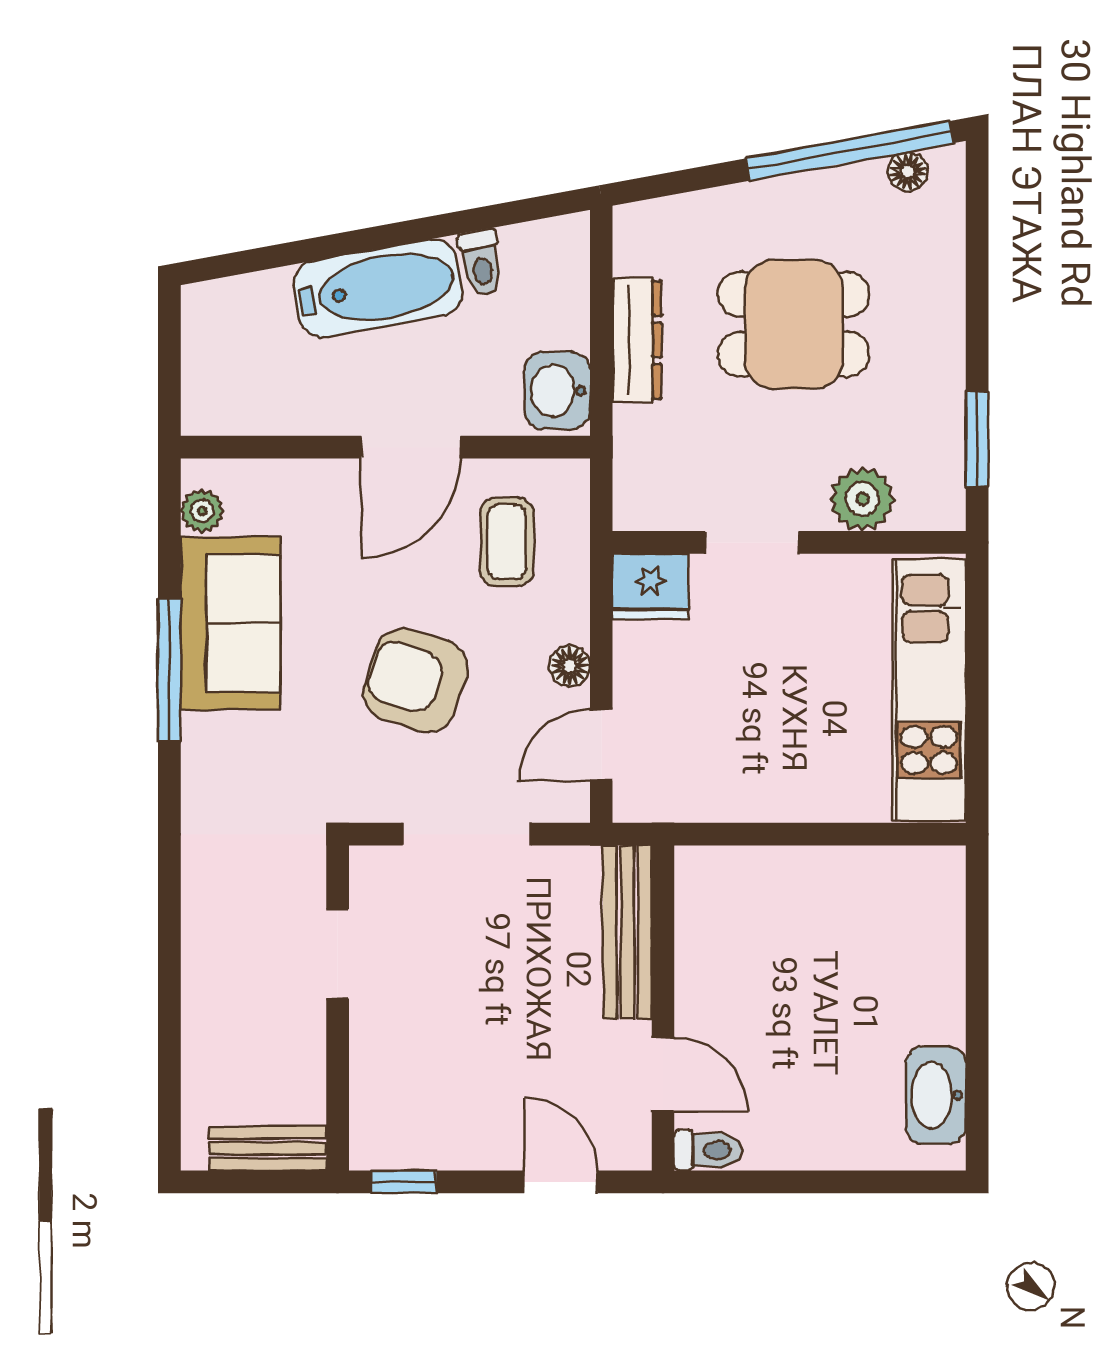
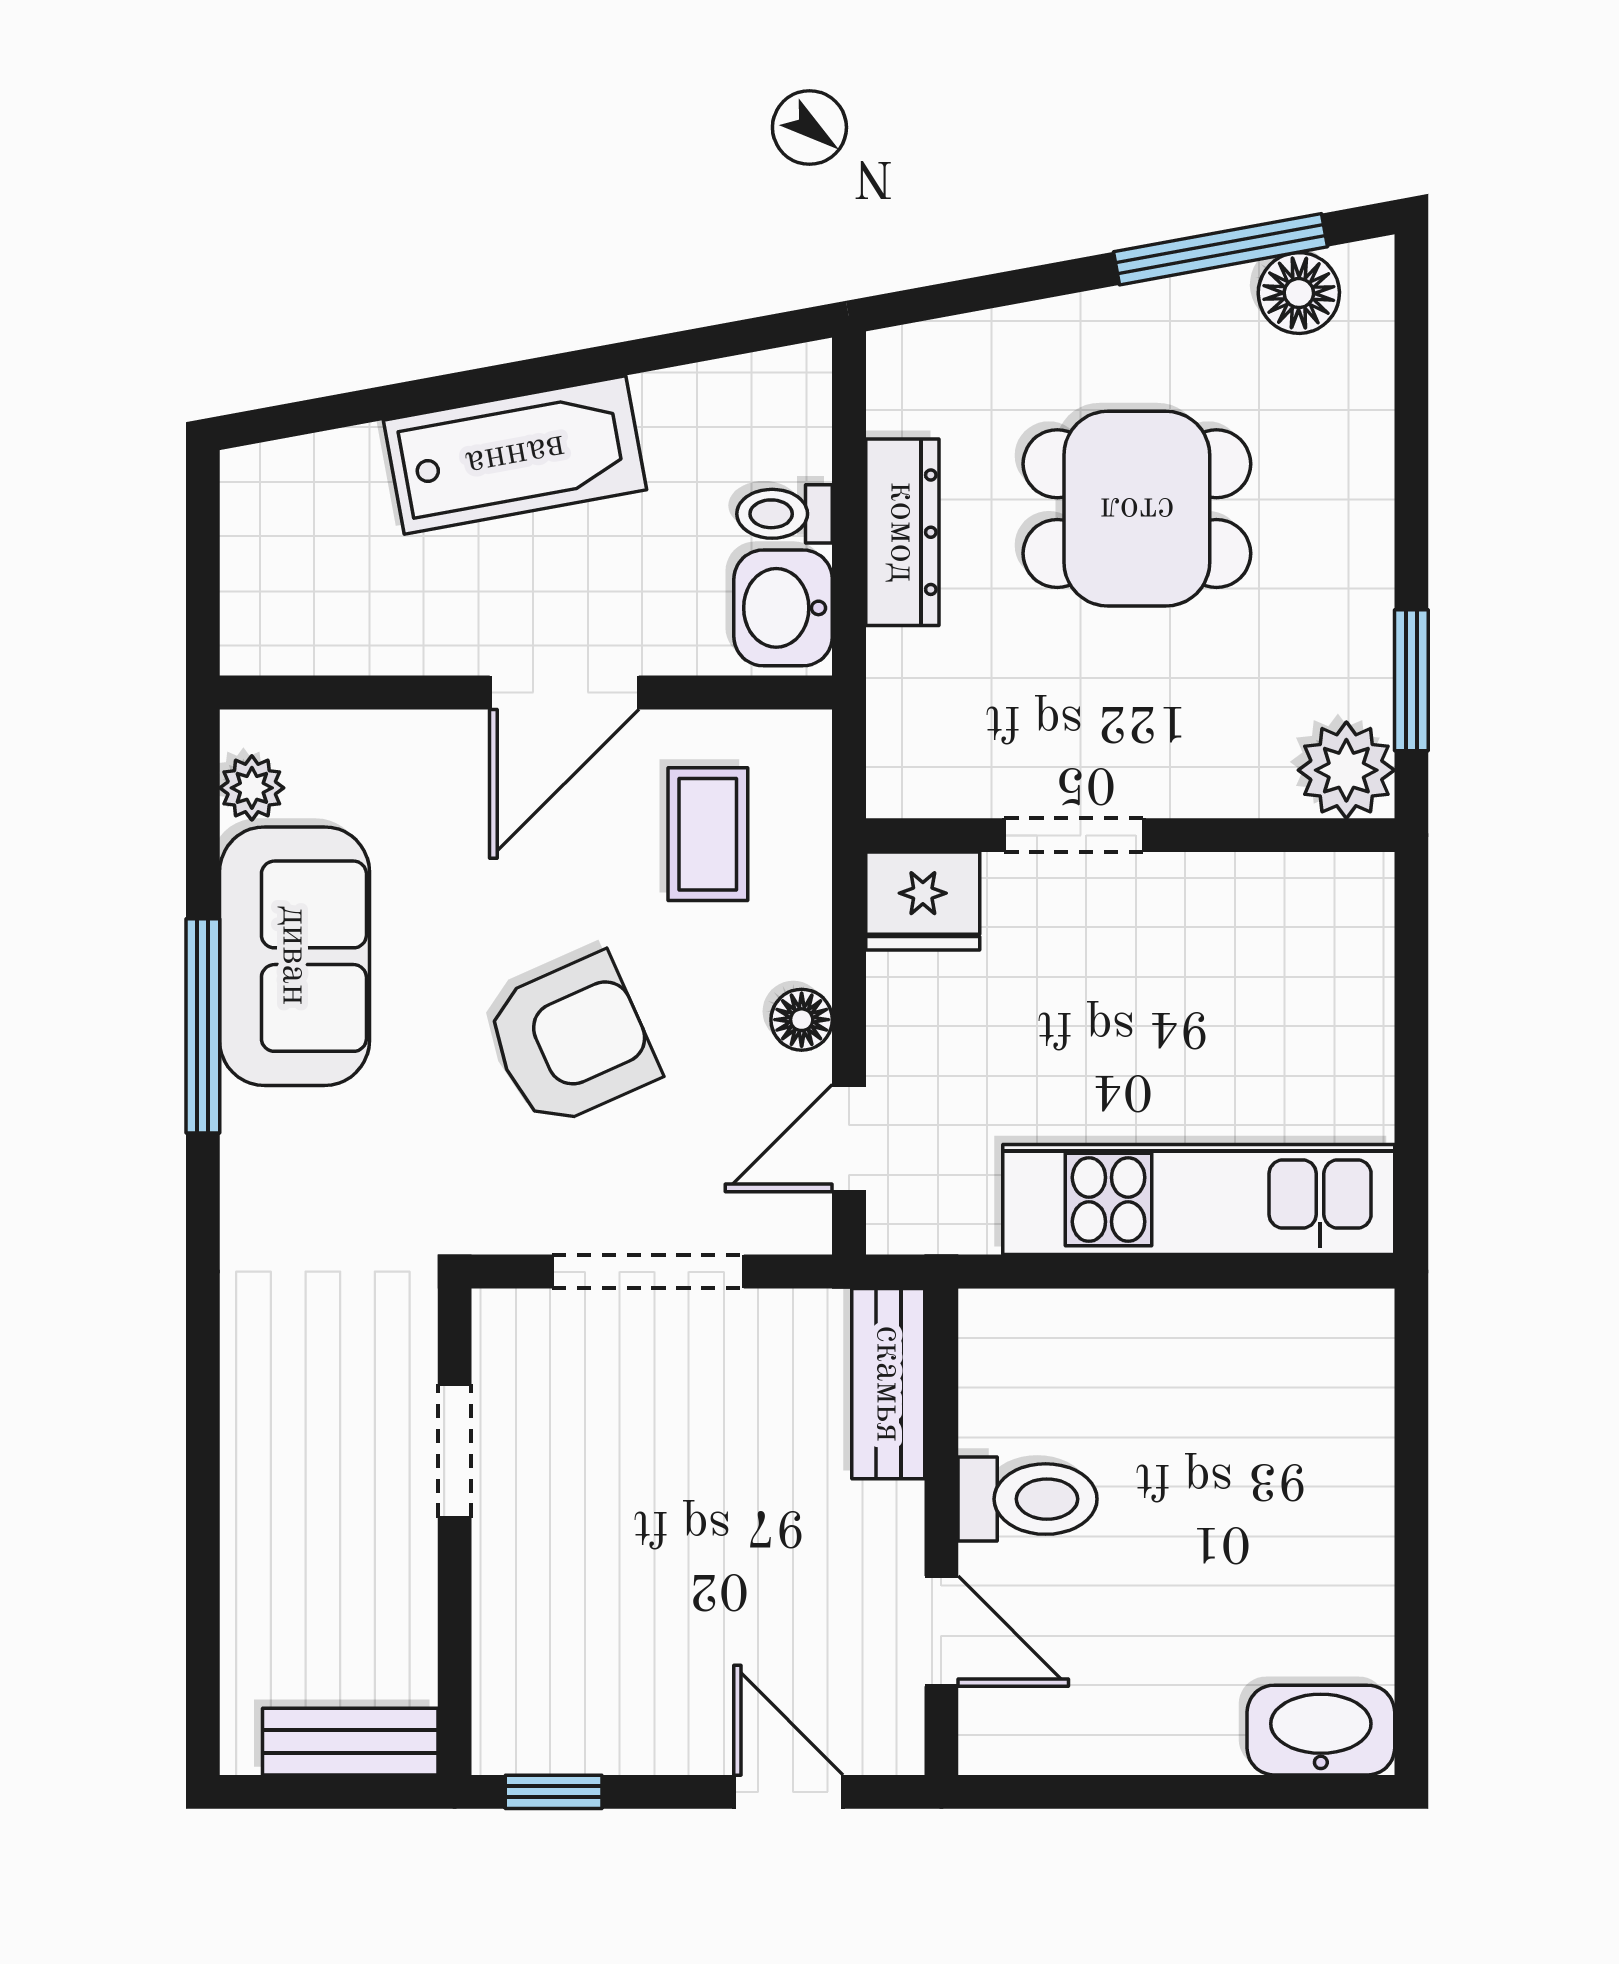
window: (850, 151) -> (1220, 249), width x0.68
floor lamp: (908, 172) -> (1299, 293), width x1.37, depth x1.37
toilet: (481, 262) -> (785, 514), moved, turned 100
plant: (862, 499) -> (1346, 770), moved
armchair: (415, 680) -> (571, 1041), turned 138
kitchen unit: (929, 690) -> (1199, 1200), moved, turned 90
bench: (627, 932) -> (888, 1384), width x0.73
washbasin: (936, 1095) -> (1321, 1730), moved, turned 90
toilet: (708, 1150) -> (1028, 1499), moved, width x1.37, depth x1.39

